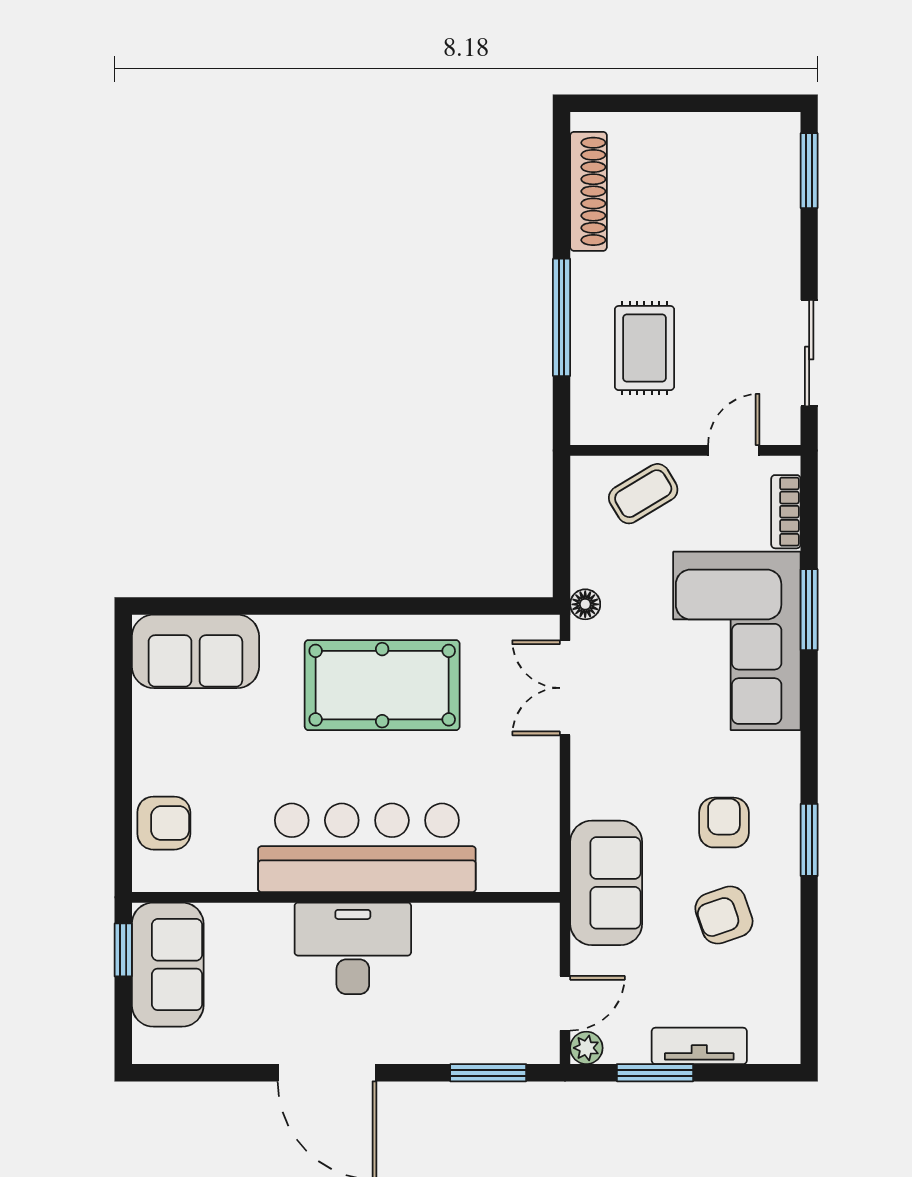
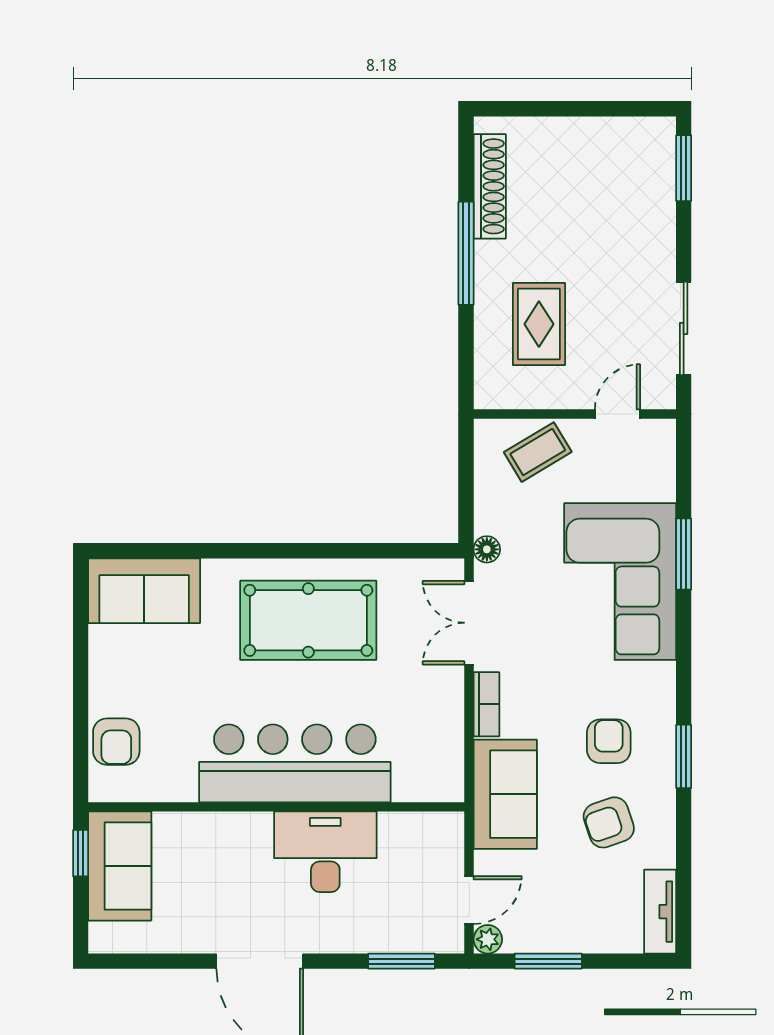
window: (562, 317) -> (466, 253), moved
bookcase: (786, 512) -> (486, 704), moved, turned 180
armchair: (164, 823) -> (116, 742), turned 90
desk: (353, 948) -> (325, 852), moved
tv unit: (699, 1046) -> (660, 912), moved, turned -90

